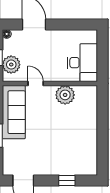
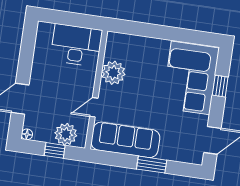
corner sofa: (70, 156) -> (191, 78), added

